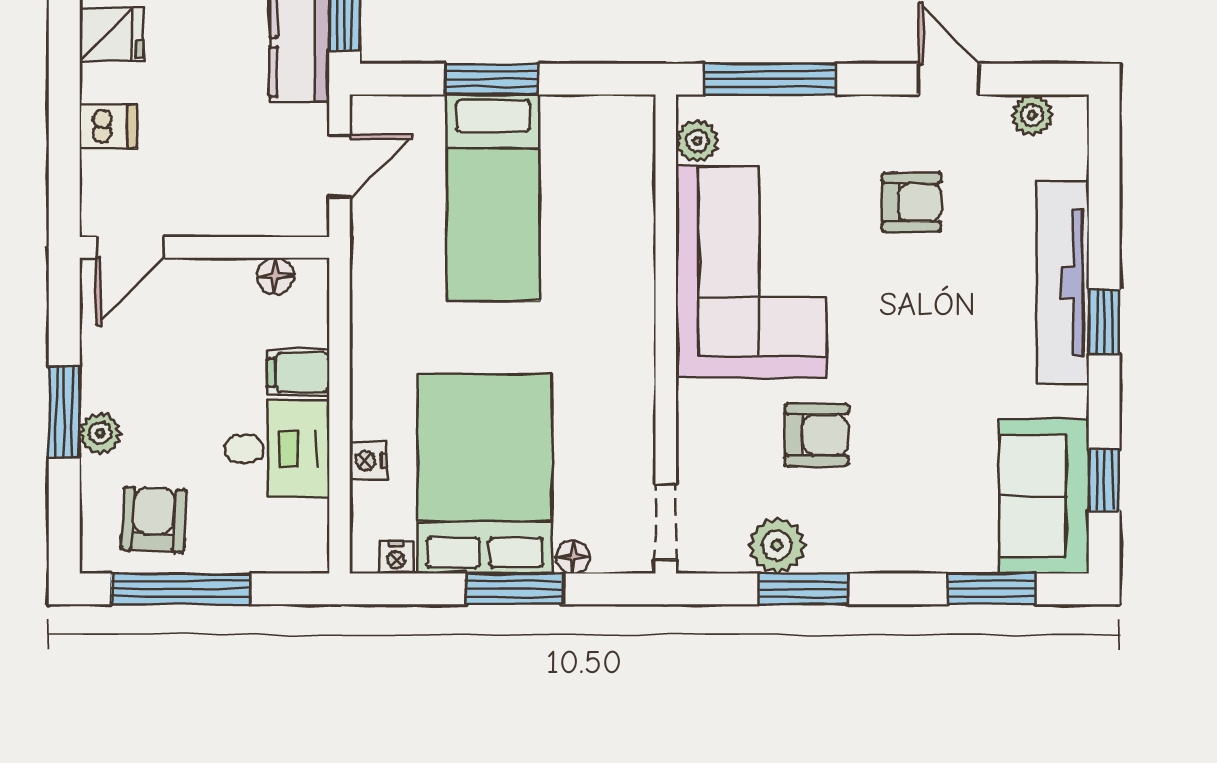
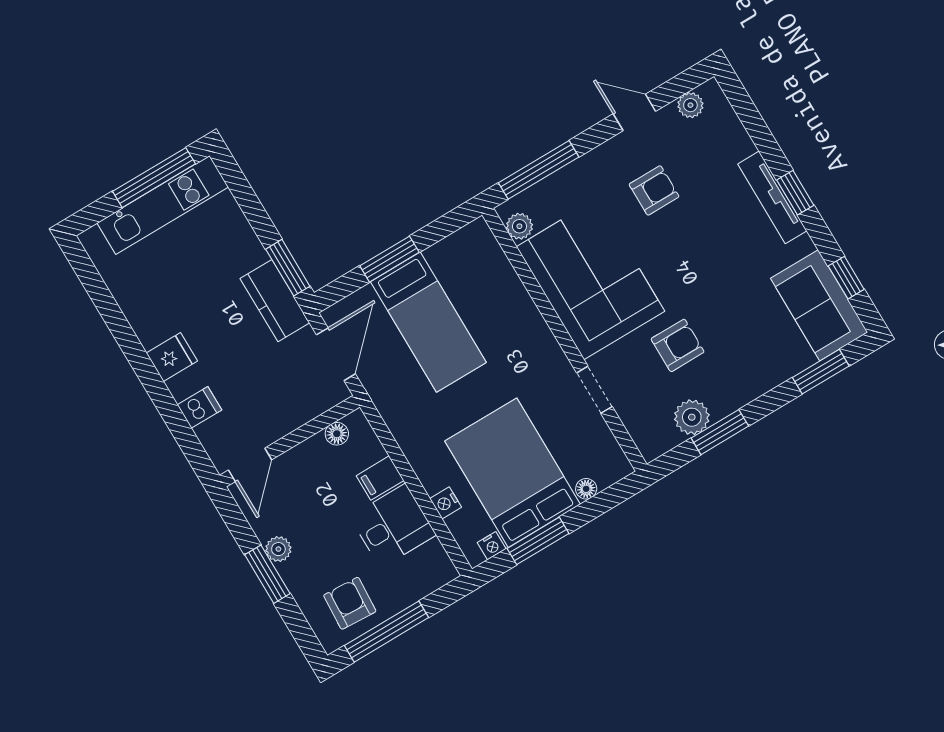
door: (339, 166) -> (336, 354), width x1.38
tv unit: (1063, 282) -> (772, 197), width x0.73, depth x0.78
plant: (100, 433) -> (278, 549), moved
doorway: (666, 522) -> (594, 390), moved
window: (514, 589) -> (538, 541), moved

